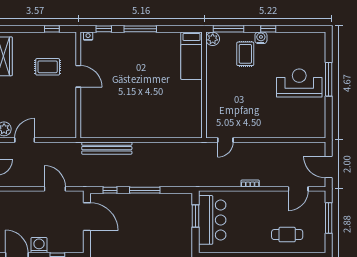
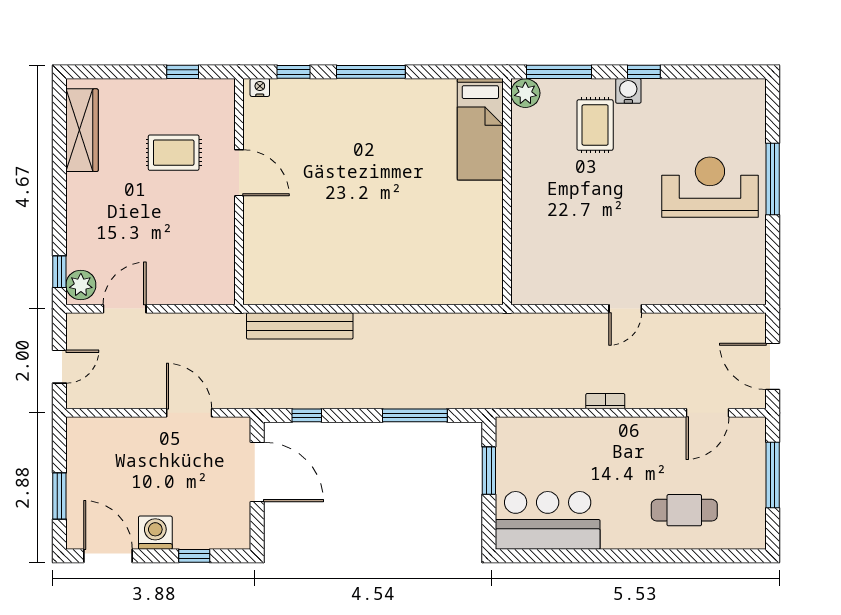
door: (225, 140) -> (625, 309), moved
window: (145, 190) -> (415, 415), moved
bar counter: (212, 220) -> (548, 520), moved, turned -90

